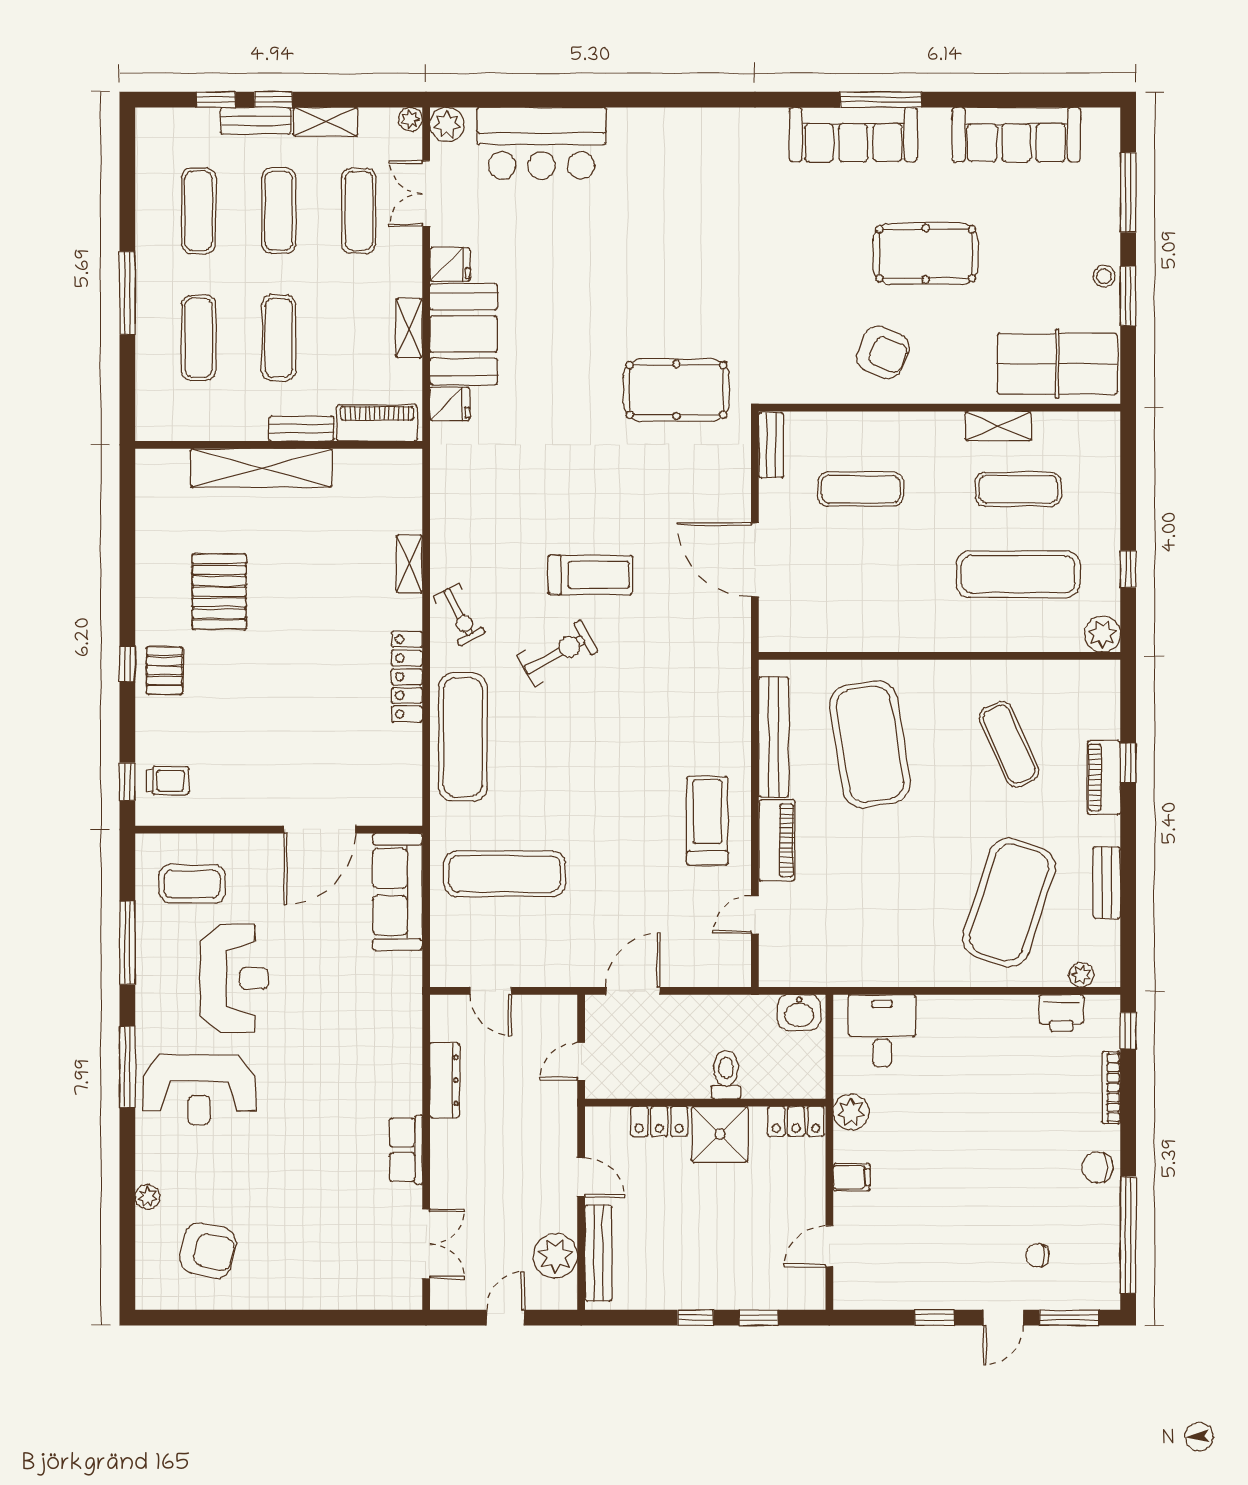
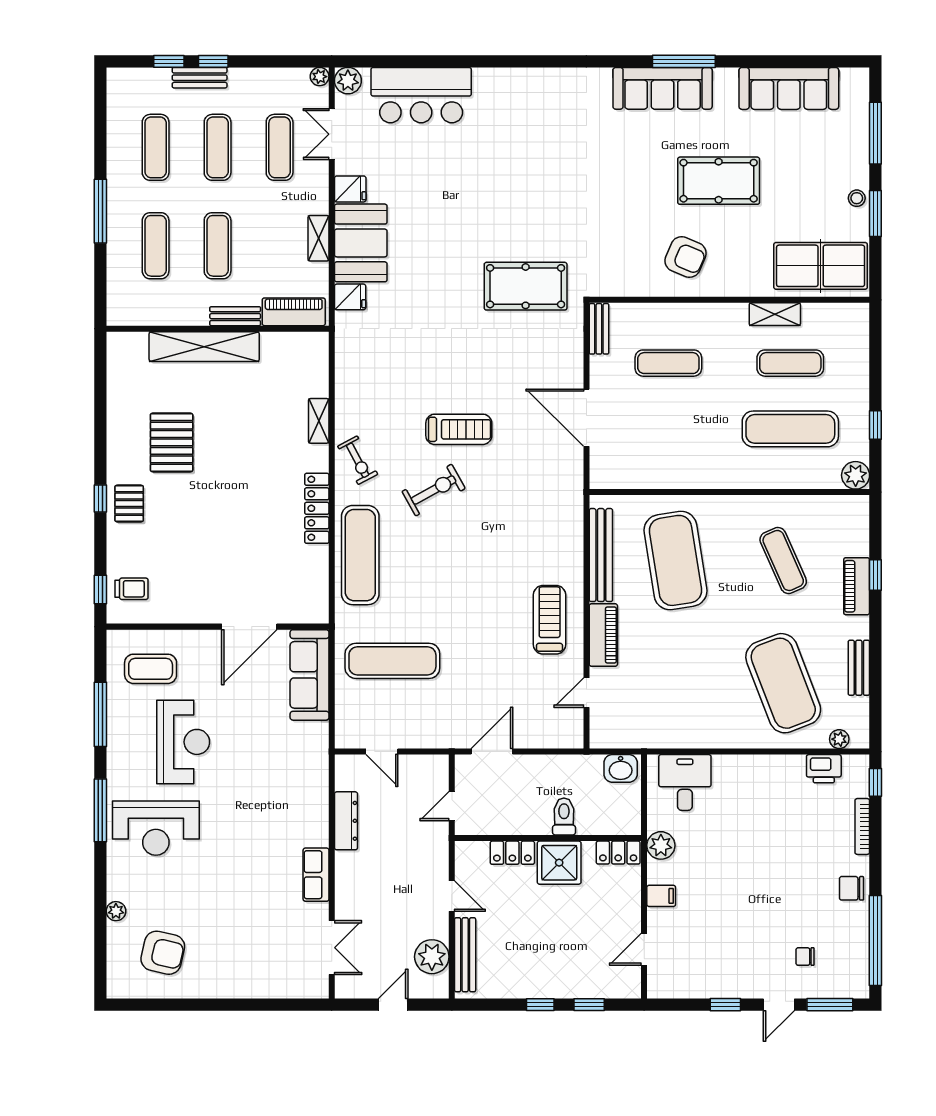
shelving: (325, 122) -> (254, 78), removed
exercise mat: (1009, 903) -> (783, 683), turned -39

